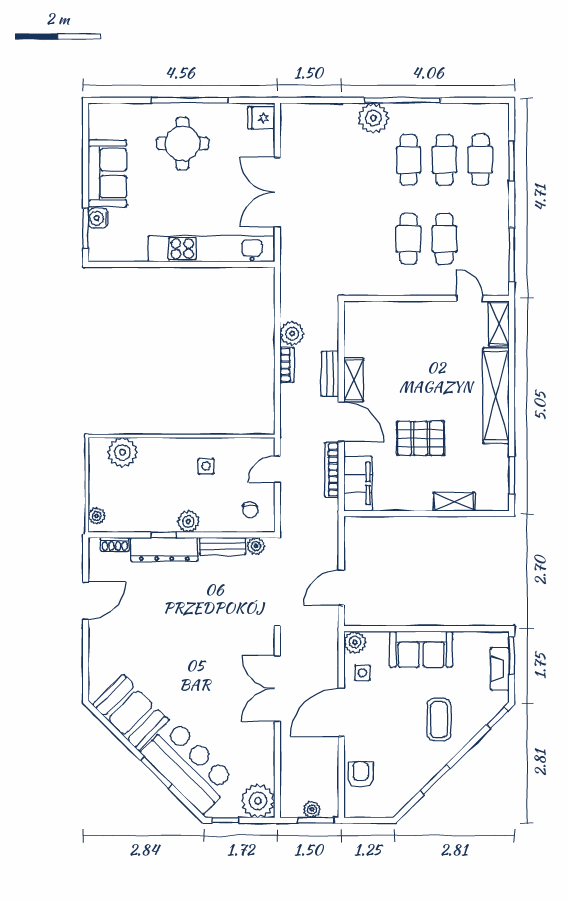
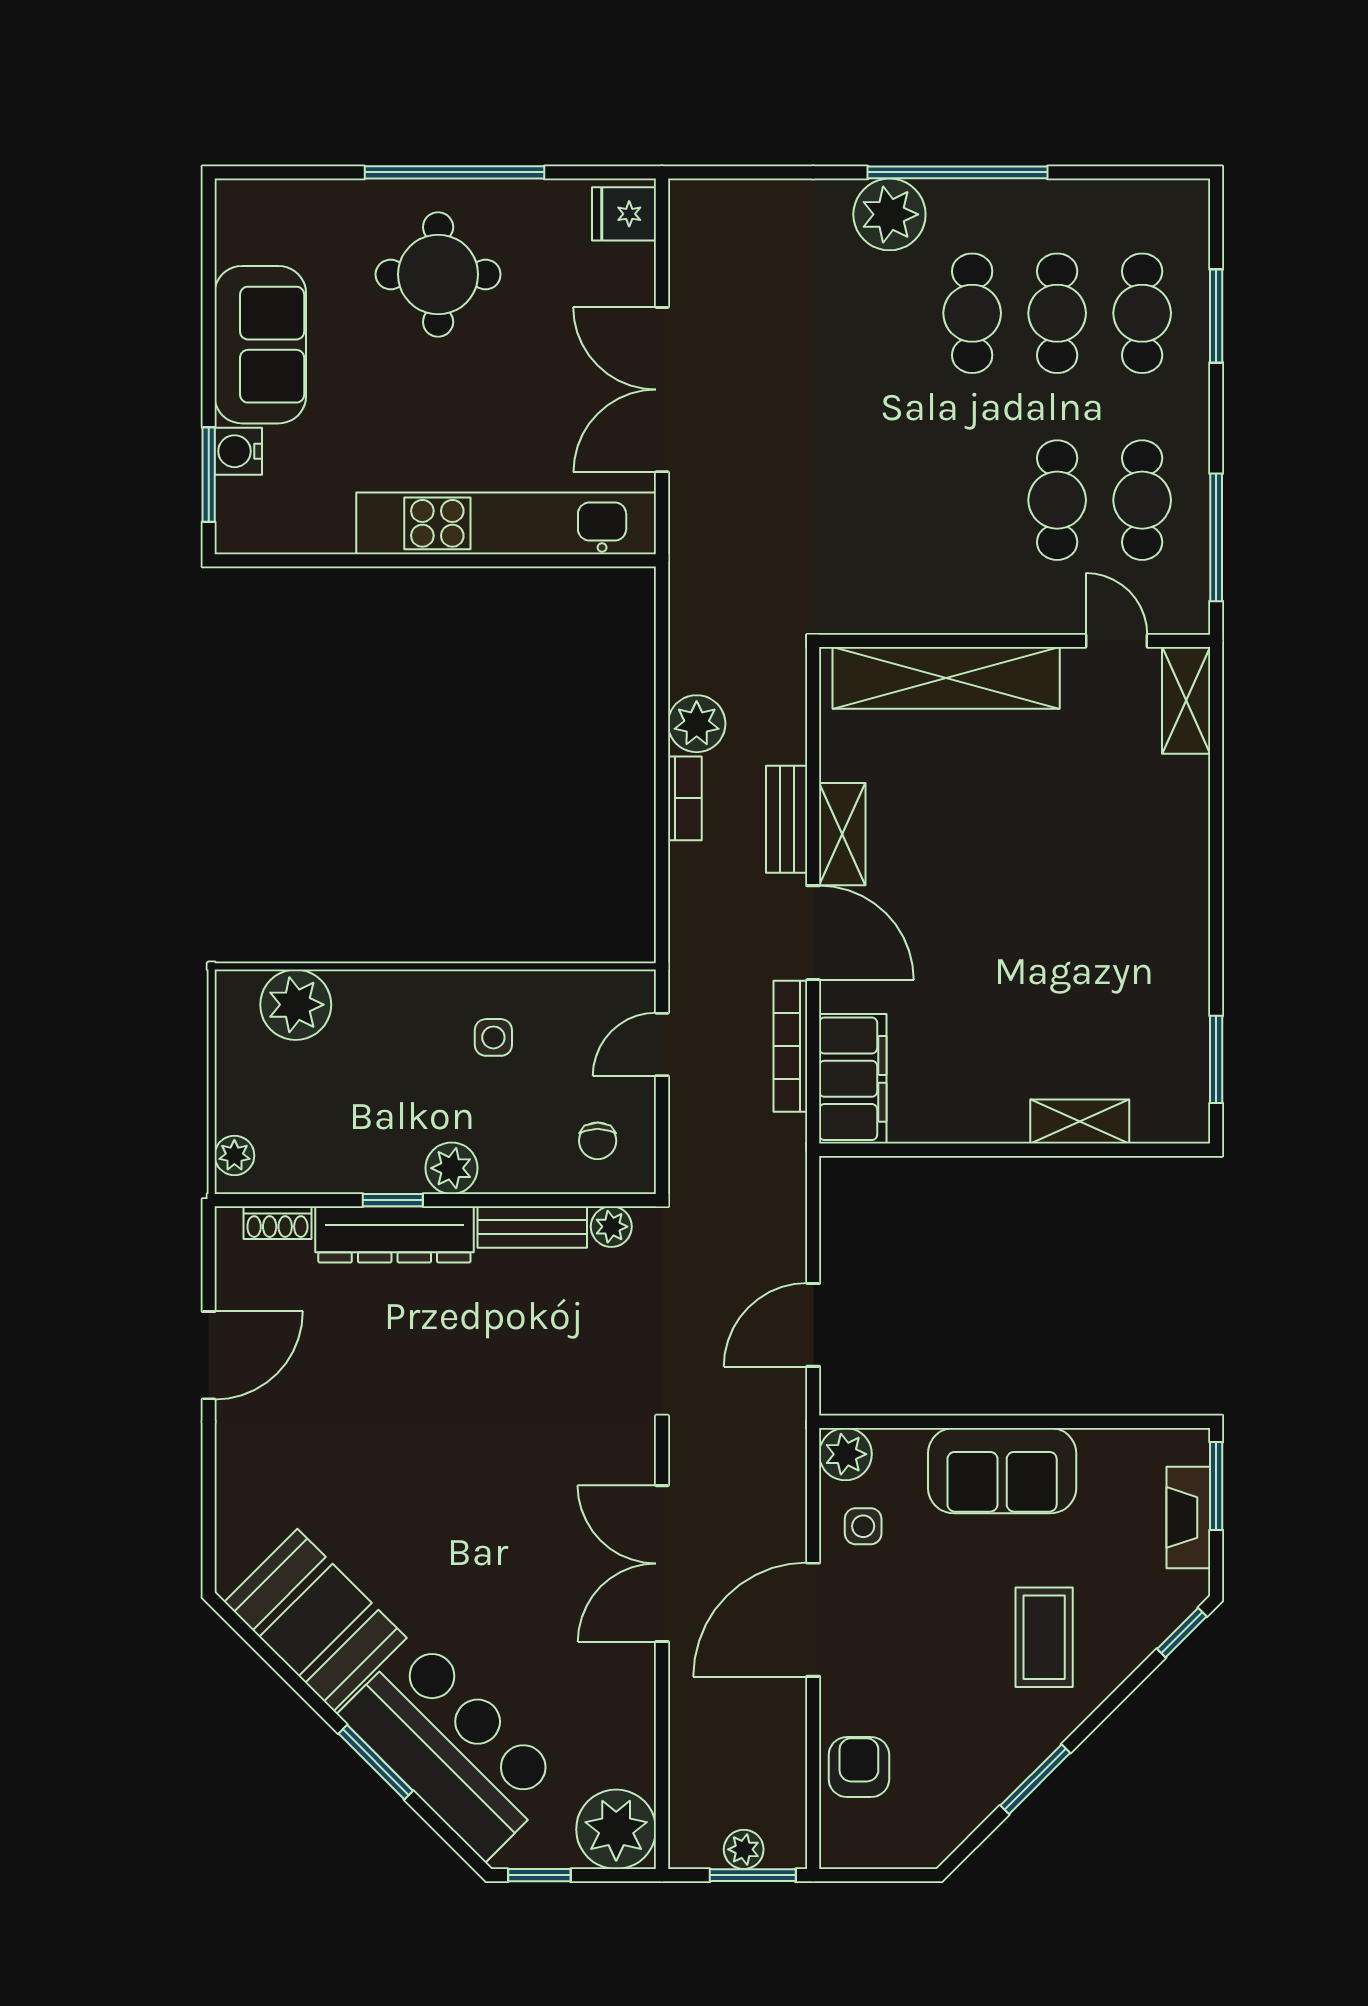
cafe table: (408, 239) -> (1142, 500), moved
shelving: (496, 396) -> (946, 678), moved, turned 90
pallet: (421, 438) -> (1001, 972), removed

